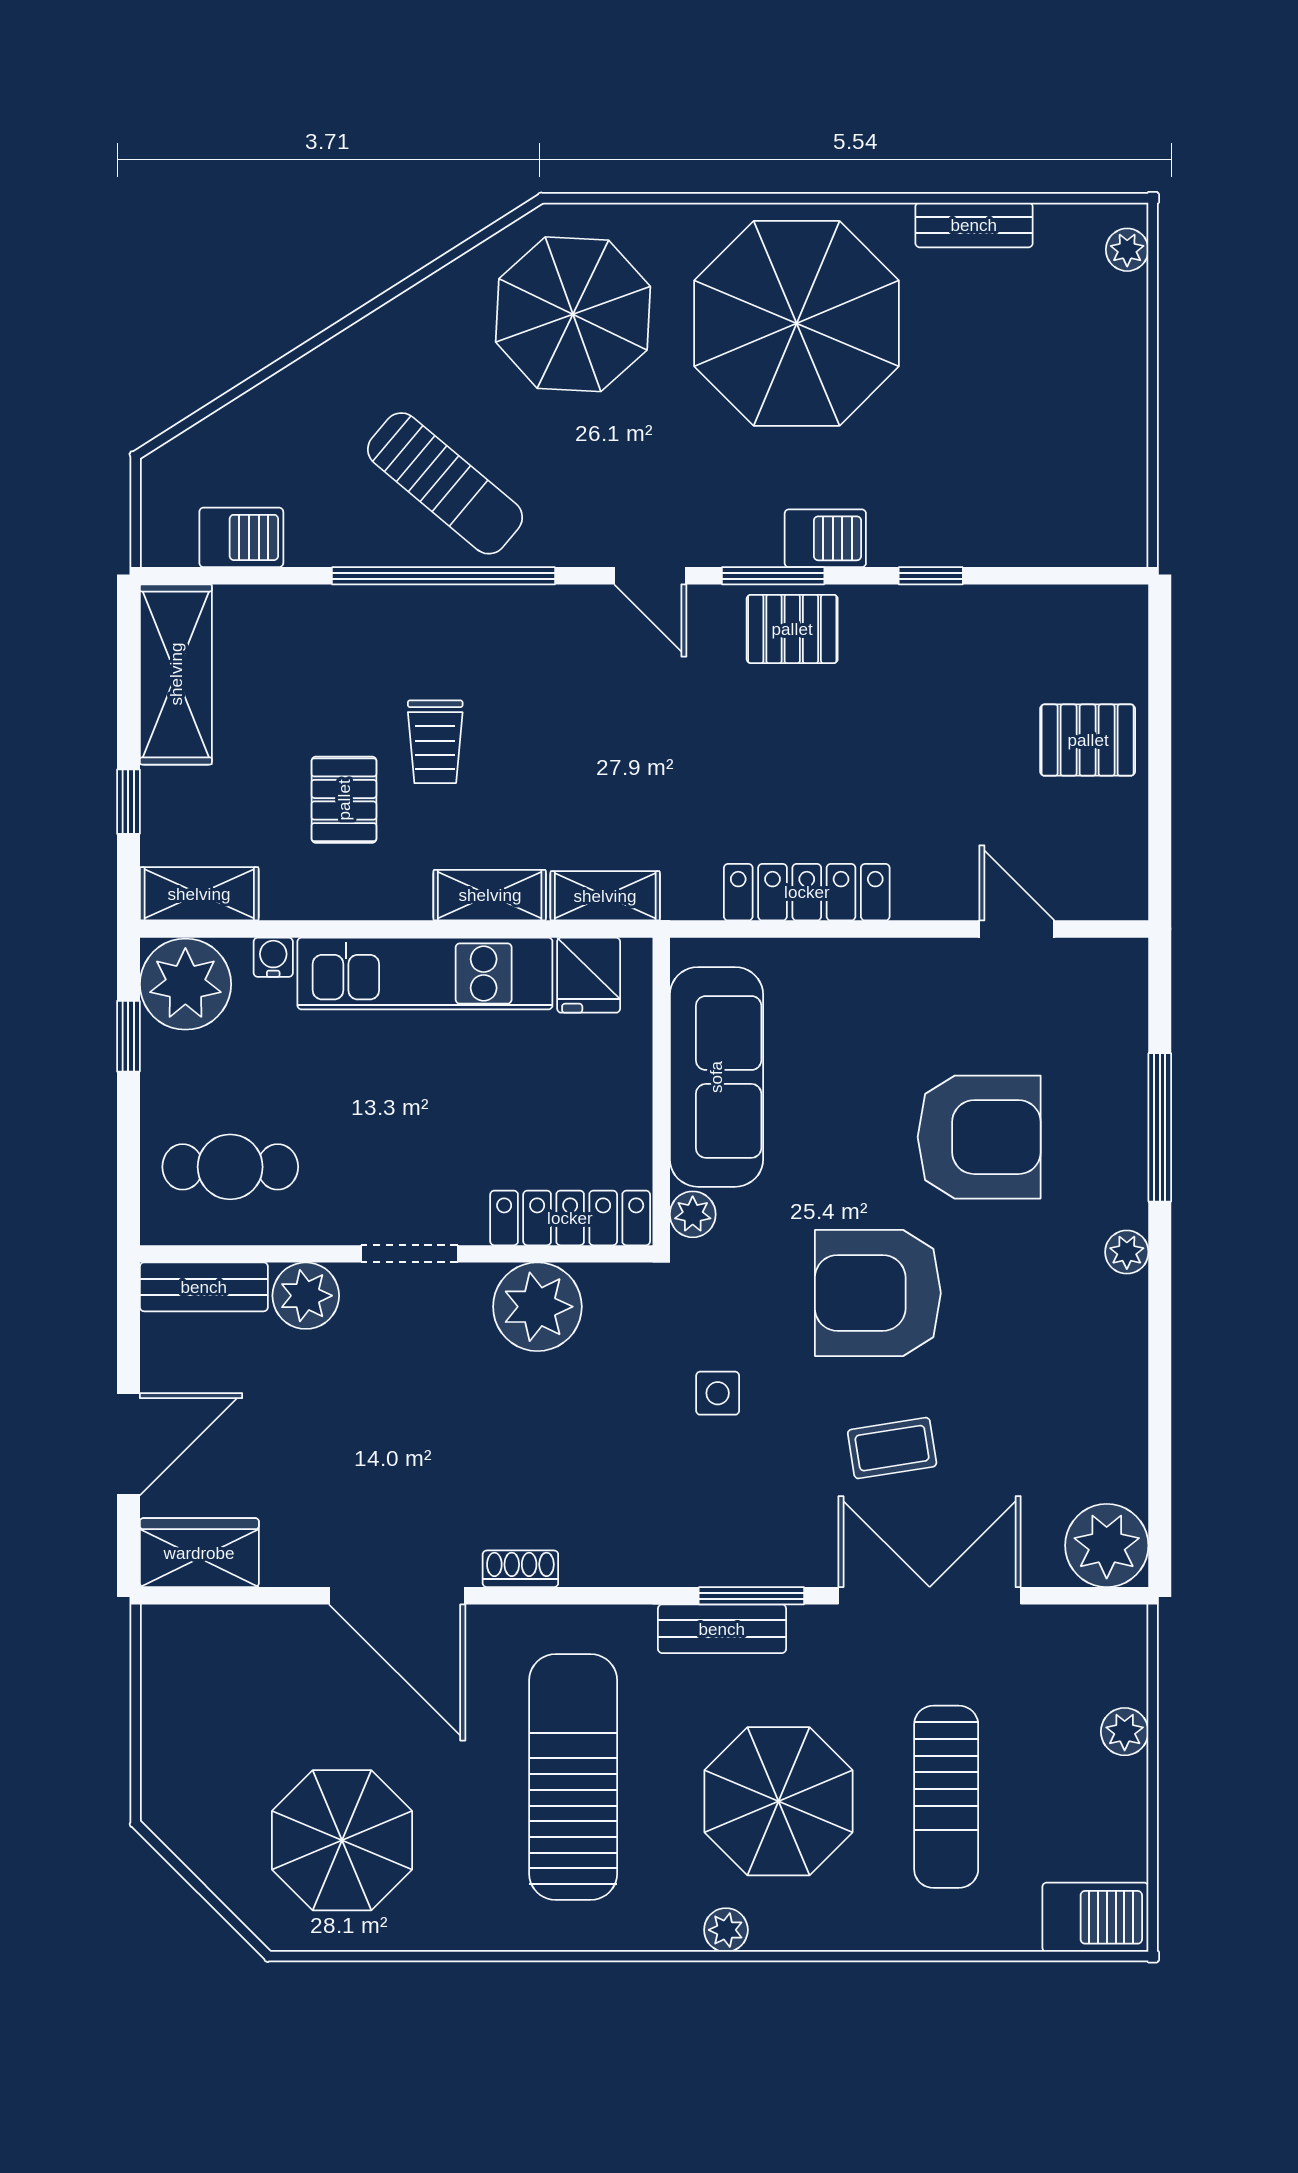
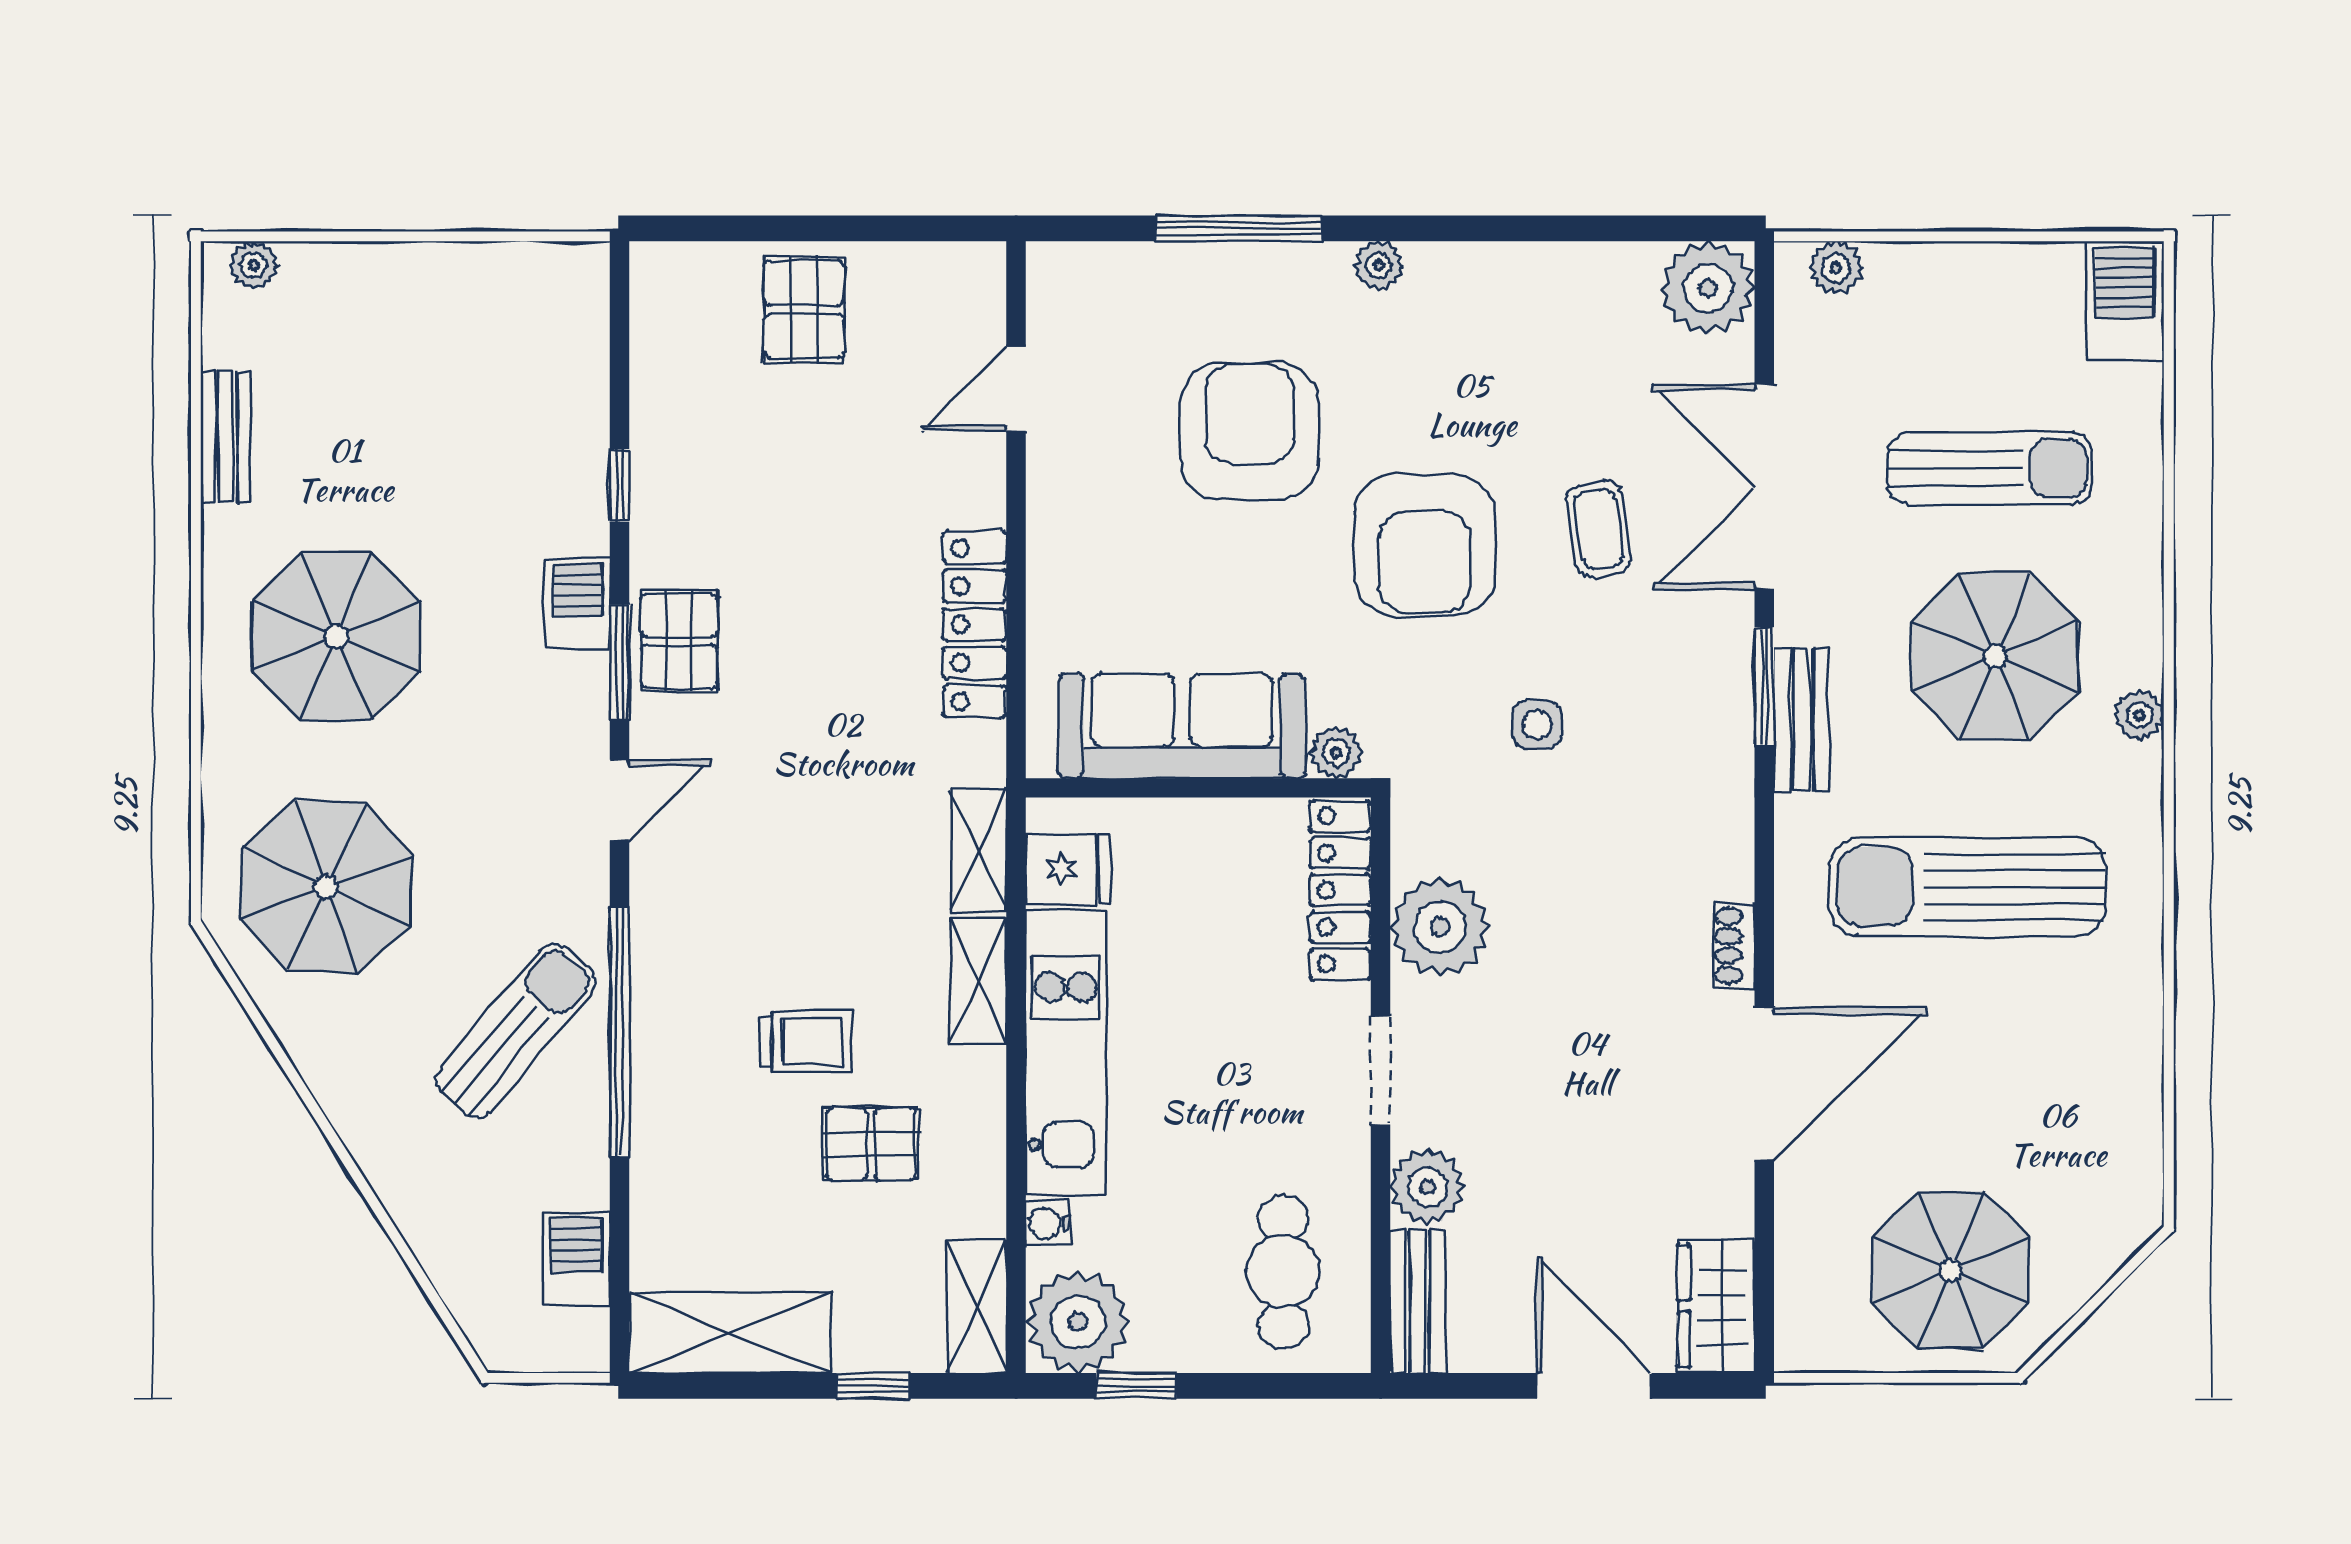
parasol: (797, 323) -> (336, 636), width x0.73, depth x0.73
plant: (1125, 1732) -> (1836, 268), moved
parasol: (342, 1840) -> (1951, 1270), moved

